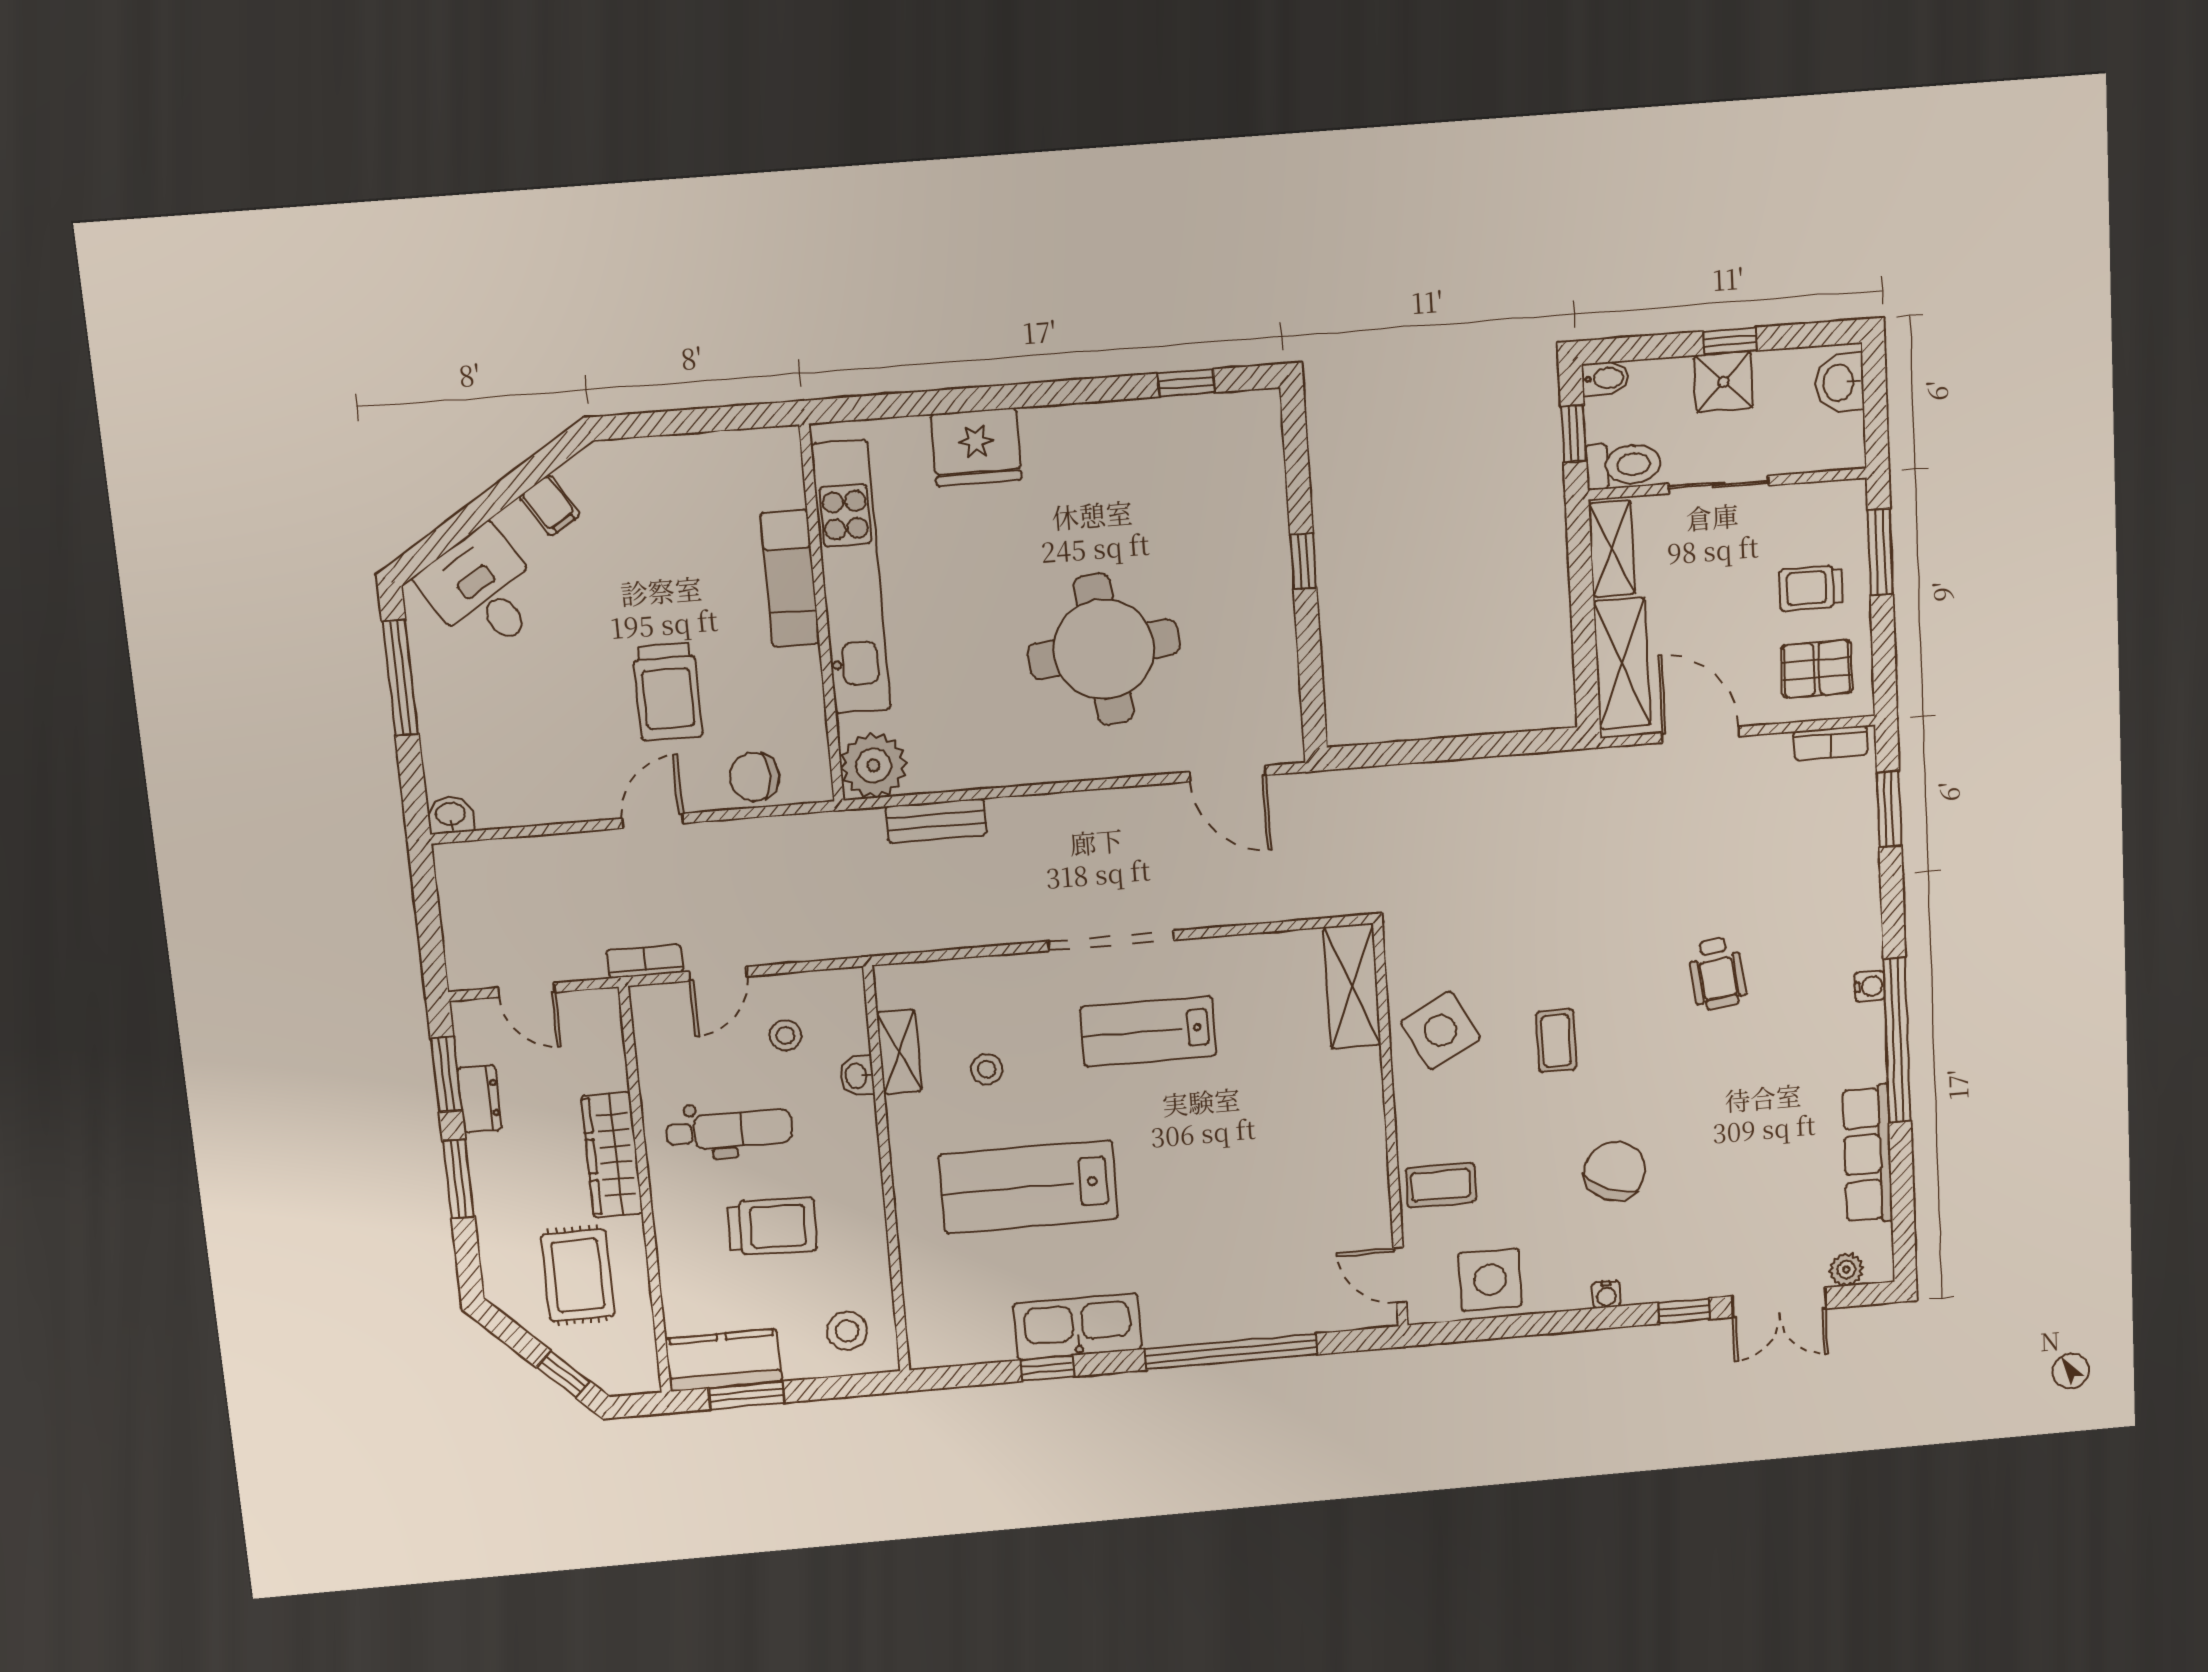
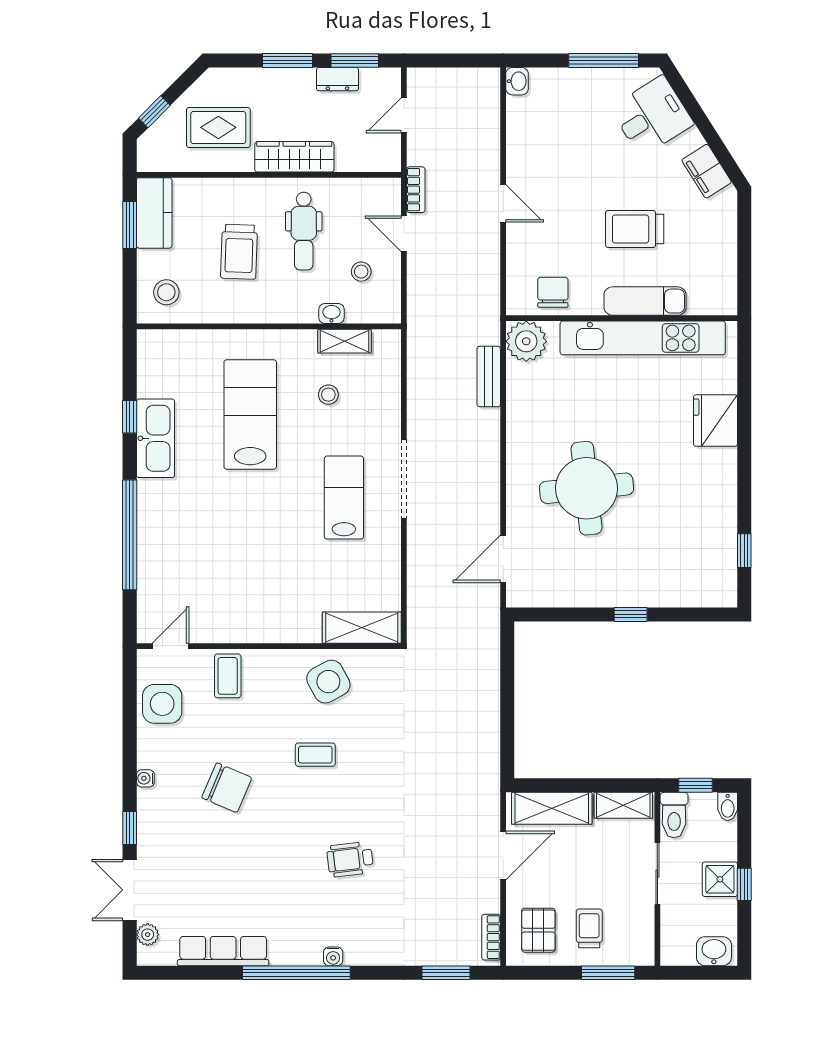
filing cabinet: (550, 505) -> (707, 171), width x2.00
trolley: (668, 692) -> (635, 229), moved
chair: (754, 777) -> (553, 292), moved

